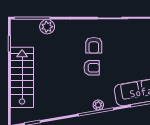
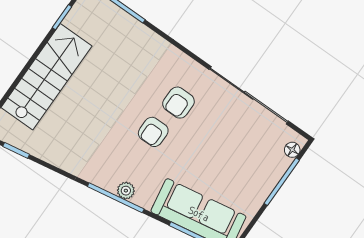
plant: (47, 27) -> (131, 31), removed
armchair: (92, 68) -> (153, 132), turned 90

